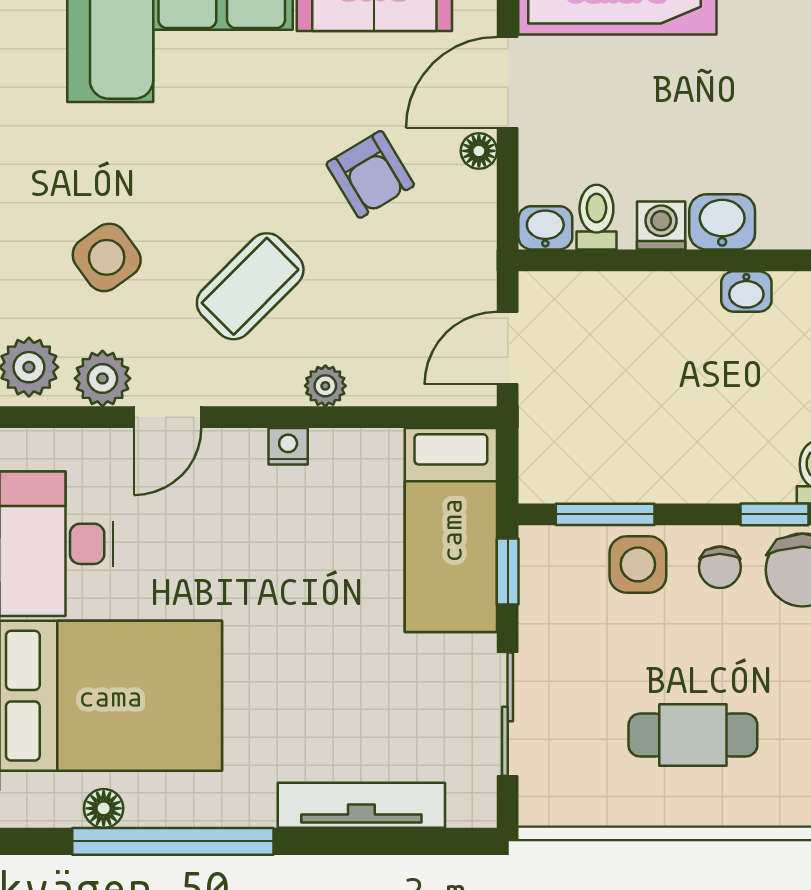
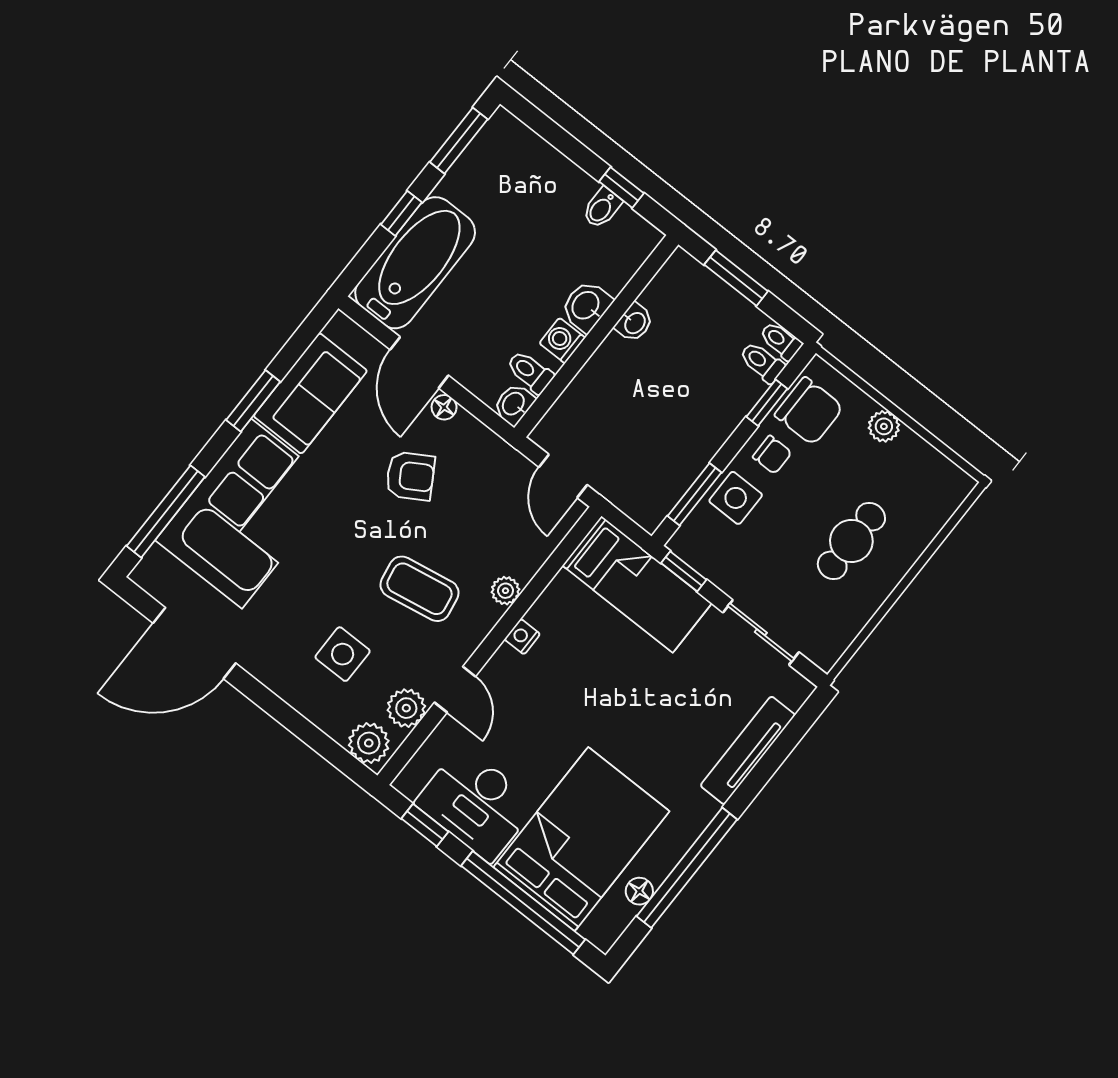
side table: (107, 257) -> (343, 654), turned 36
coffee table: (250, 286) -> (419, 589), turned -55

